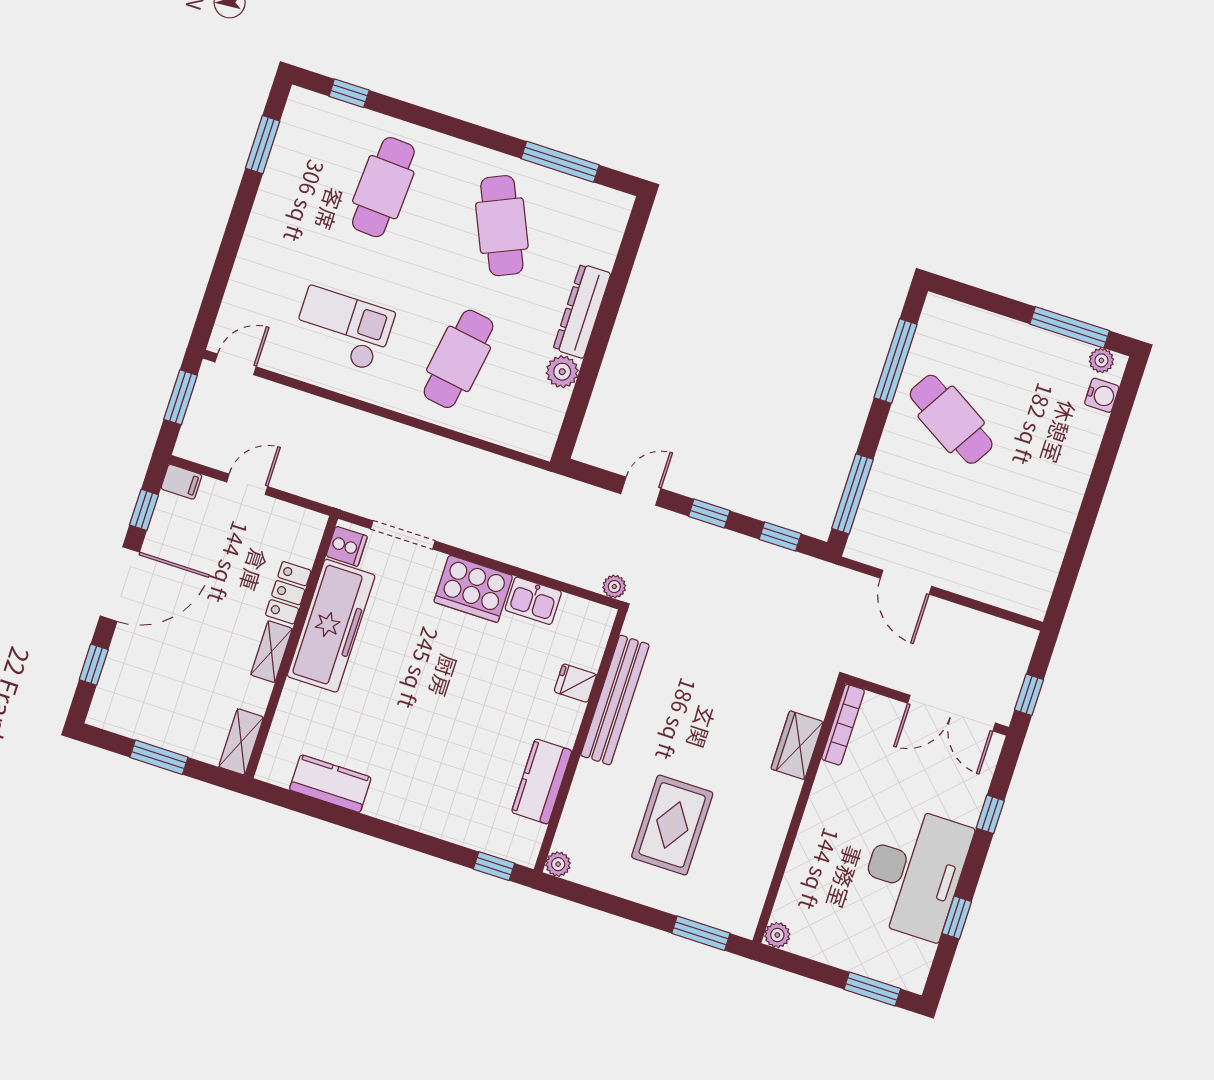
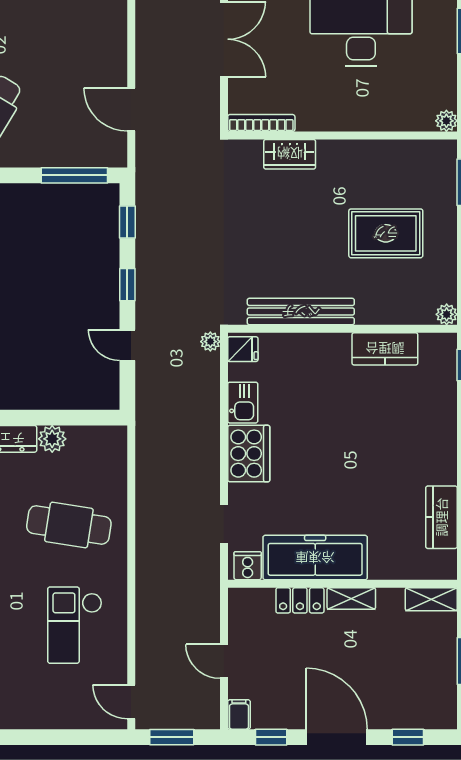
doorway: (403, 535) -> (224, 524), width x0.73
door: (906, 582) -> (131, 110), swing flipped
fridge: (575, 683) -> (243, 349), moved, turned -90

